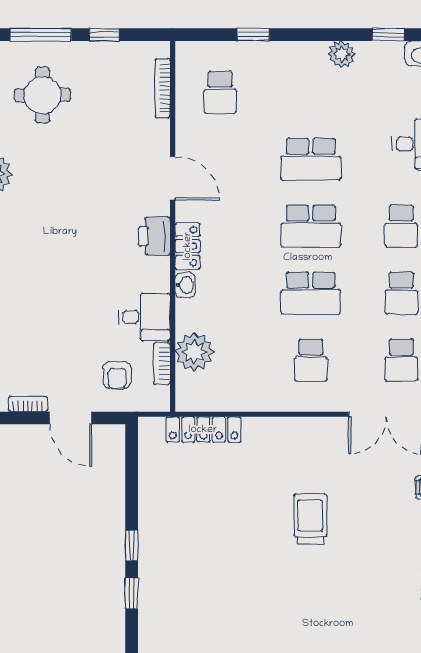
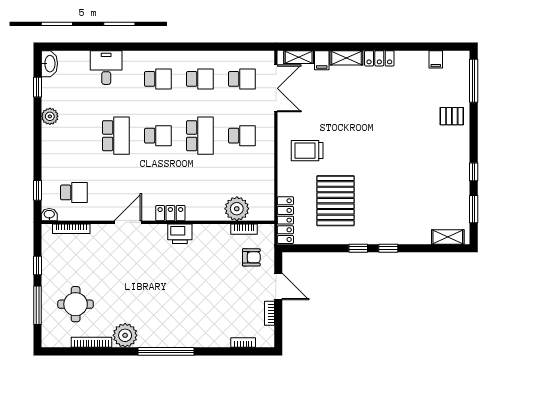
window: (253, 35) -> (38, 190), moved
school desk: (311, 226) -> (158, 136), width x0.54
printer: (154, 236) -> (180, 234), moved
washbasin: (185, 285) -> (49, 215), moved
desk: (145, 317) -> (215, 240), removed
door: (71, 418) -> (278, 286), hinge flipped
locker: (203, 430) -> (285, 220), moved
pallet: (207, 509) -> (335, 201), added
trolley: (310, 519) -> (307, 151), moved

